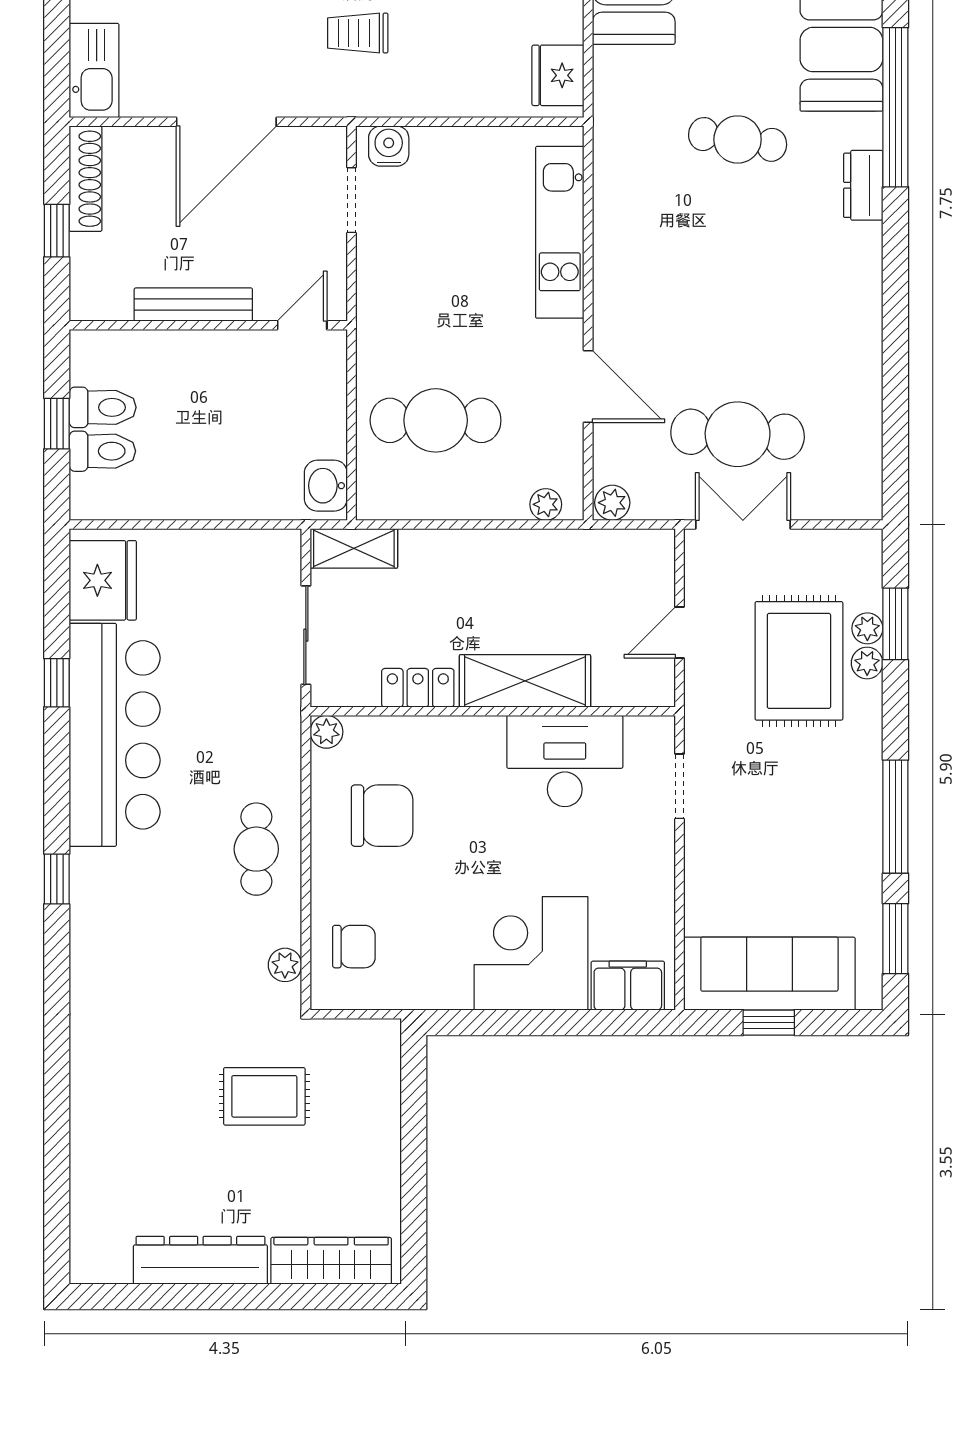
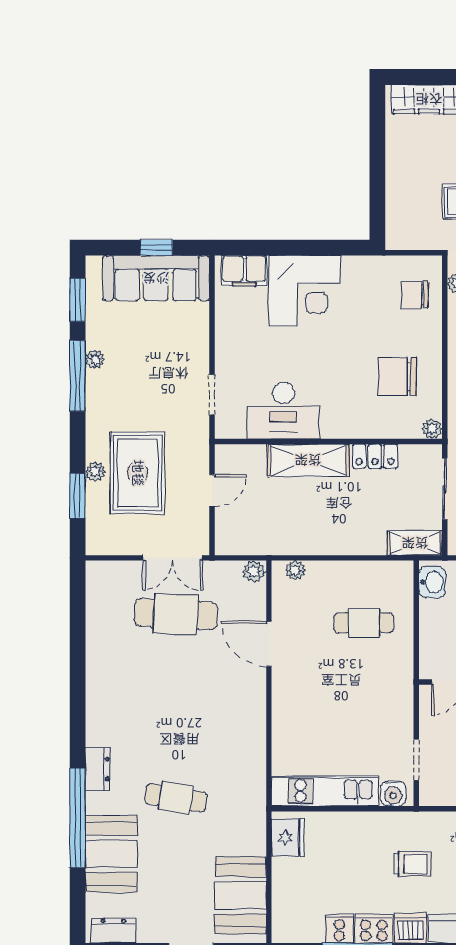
kitchen unit: (560, 232) -> (325, 791), moved, turned -90
cafe table: (436, 420) -> (364, 623), width x0.73, depth x0.74
plant: (867, 628) -> (95, 359), moved

